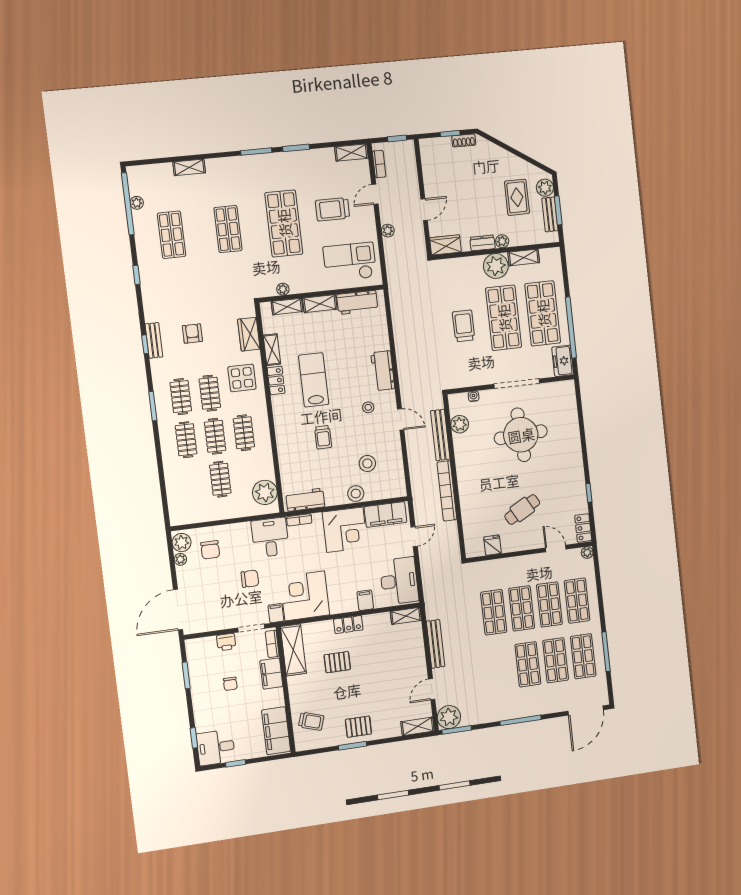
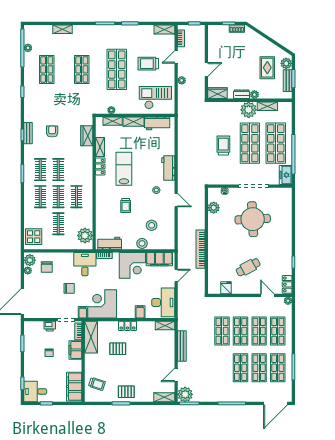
display table: (242, 378) -> (34, 237), moved
bench: (440, 435) -> (200, 213), removed

